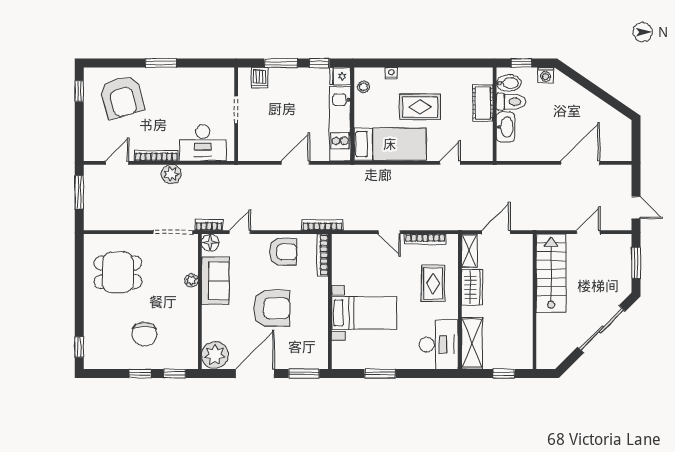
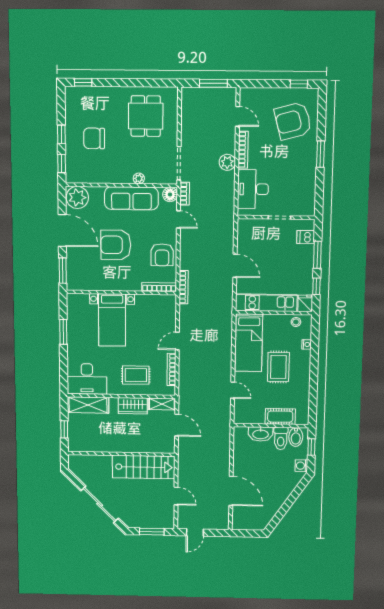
sofa: (215, 281) -> (131, 198), width x1.36
armchair: (272, 308) -> (116, 245), turned 90

